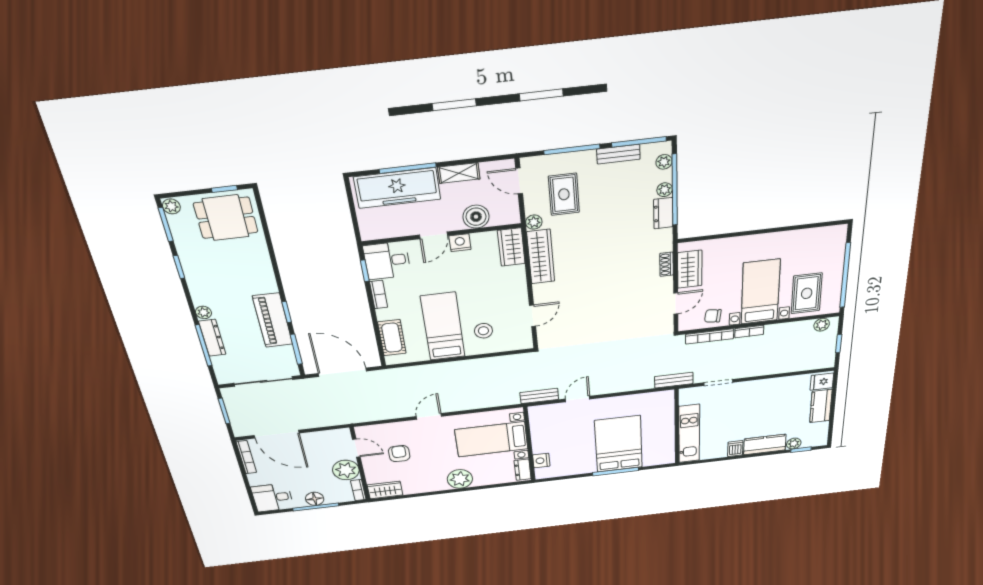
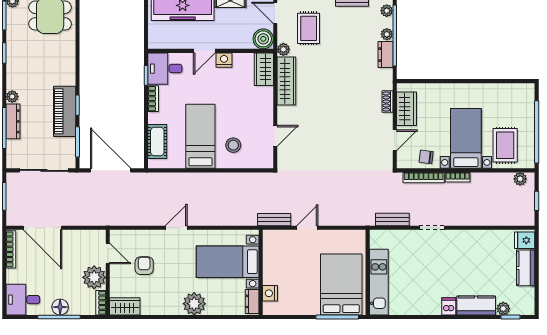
boiler: (476, 217) -> (263, 39), moved
wall: (677, 427) -> (368, 272), moved
kitchen unit: (689, 434) -> (379, 282), moved

